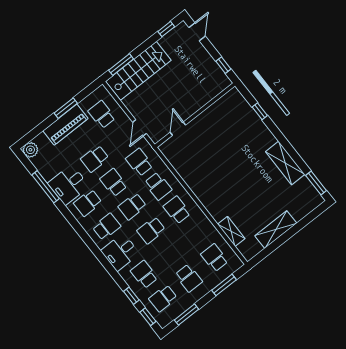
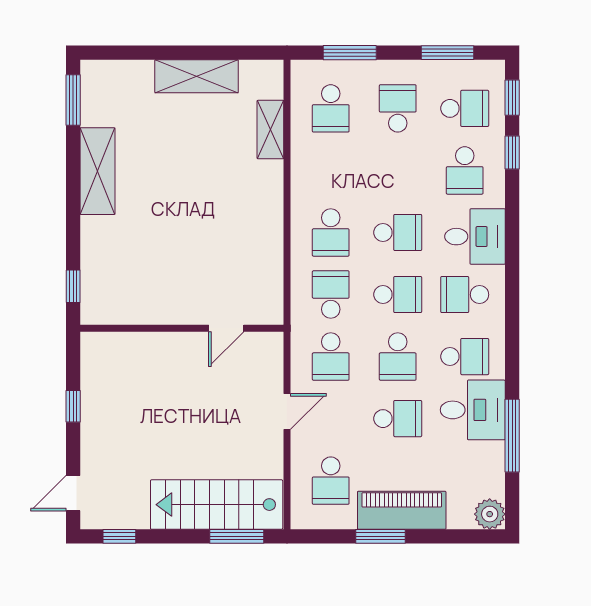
wall: (195, 115) -> (182, 328), moved
door: (178, 129) -> (226, 328), moved

